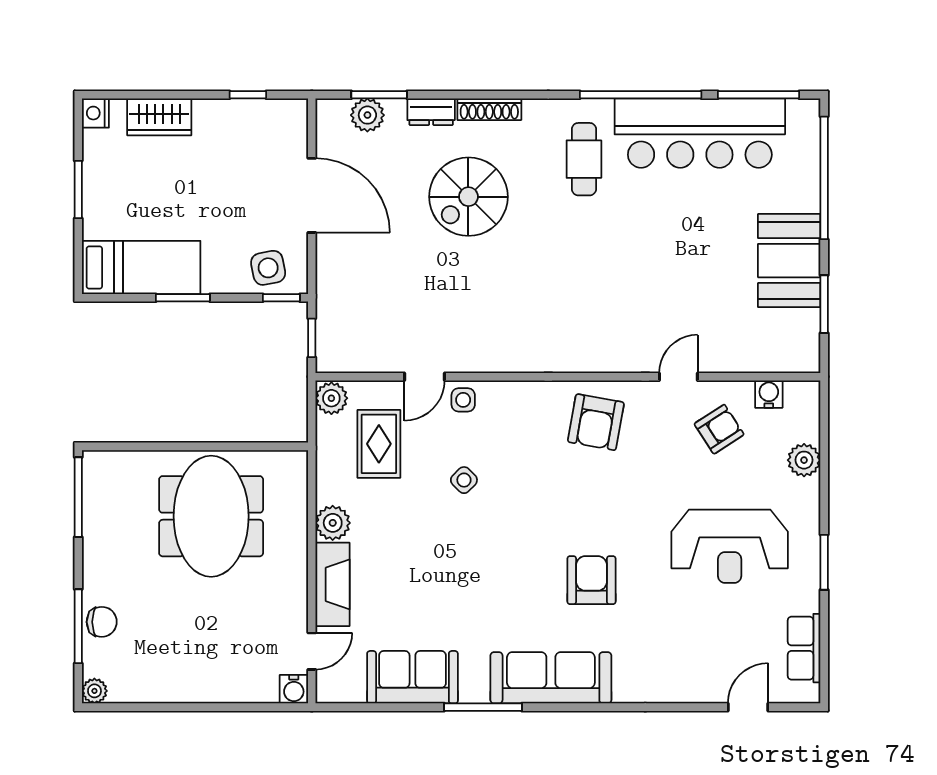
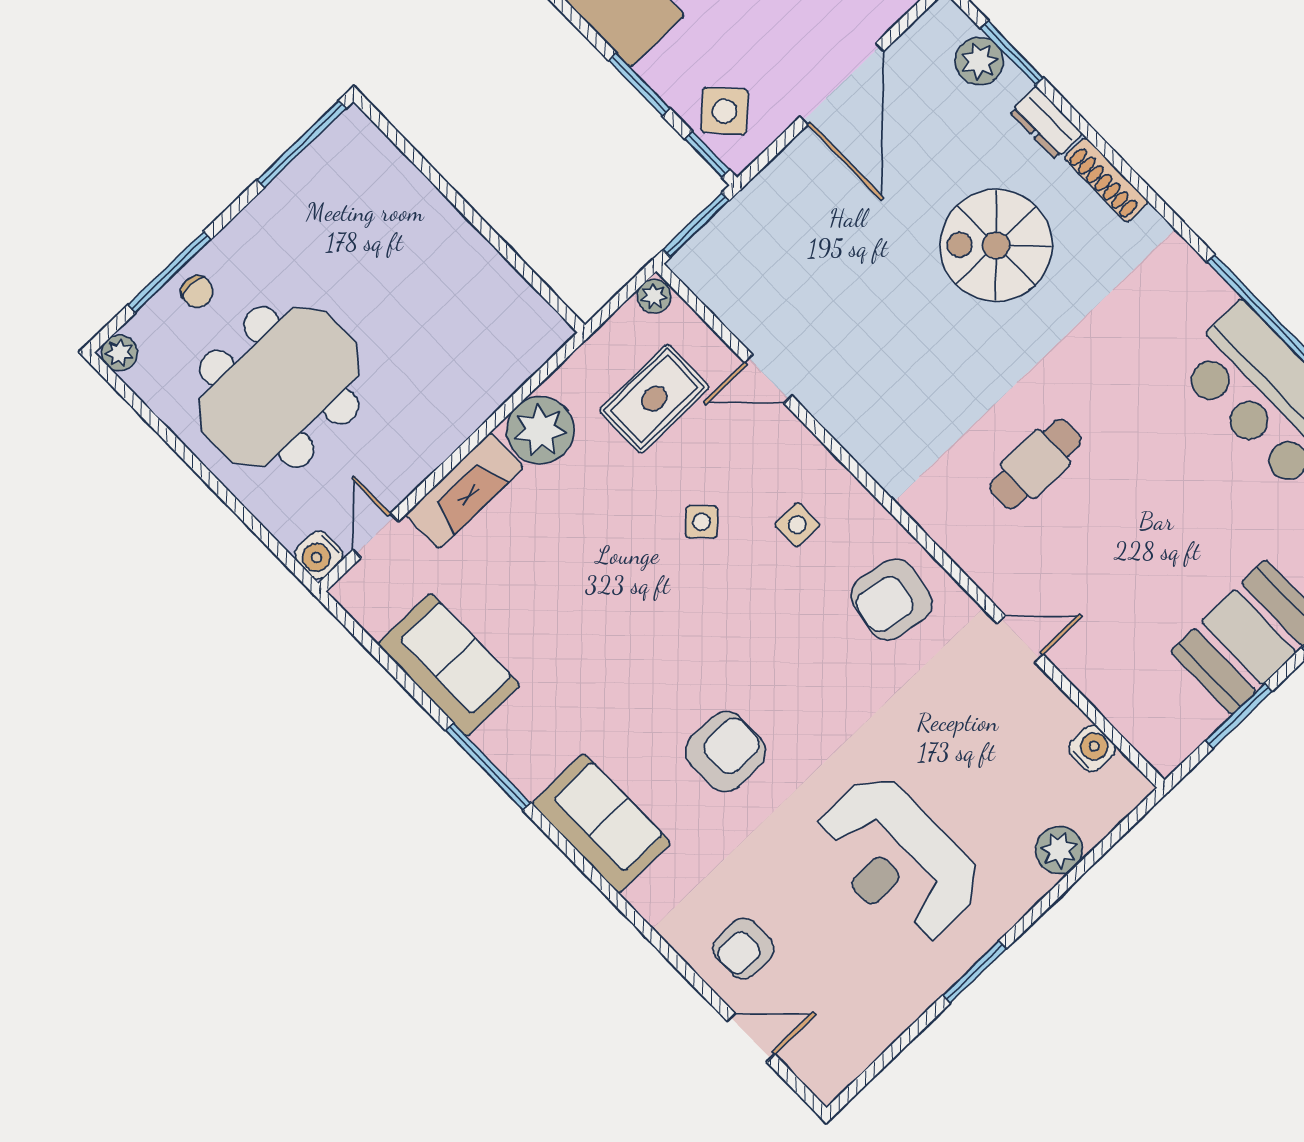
cafe table: (584, 159) -> (1036, 464), moved
side table: (268, 268) -> (725, 111), turned -32
window: (183, 298) -> (639, 85), moved
window: (312, 338) -> (696, 225), width x1.50
plant: (331, 398) -> (654, 296), width x0.73, depth x0.73
side table: (463, 400) -> (797, 525), moved
armchair: (719, 429) -> (743, 949), moved, turned 123
meeting table: (211, 516) -> (279, 387), moved
plant: (333, 523) -> (540, 430), width x1.36, depth x1.36
chair: (102, 622) -> (197, 292), width x0.73, depth x0.73
row of seats: (804, 648) -> (867, 1037), removed
door: (312, 651) -> (376, 536), swing flipped
sofa: (551, 678) -> (601, 823), width x0.73

